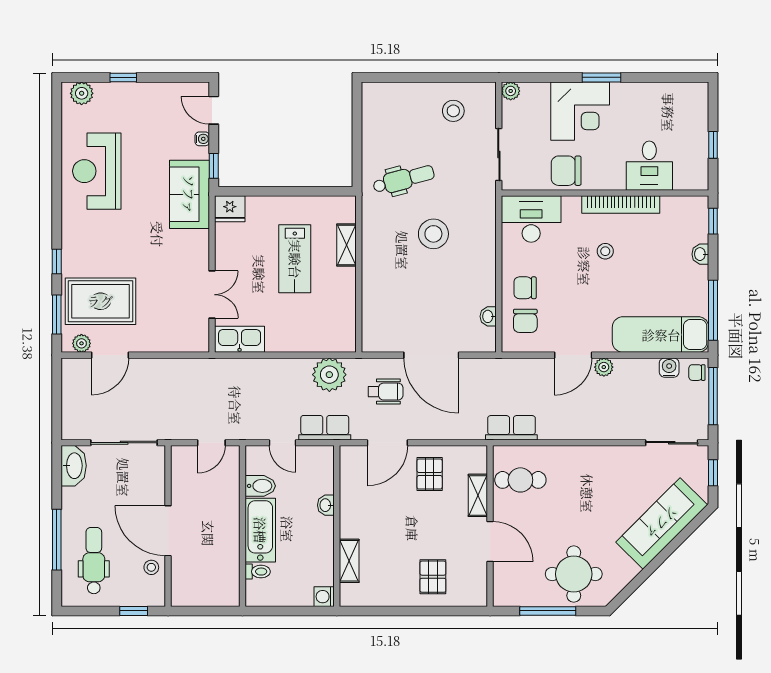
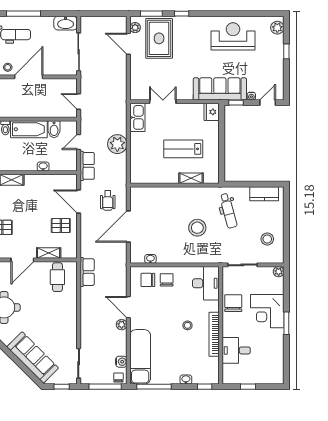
kitchen counter: (374, 116) -> (264, 194), added
sofa: (189, 194) -> (220, 89), width x1.36
double door: (212, 295) -> (163, 102), swing flipped
plant: (329, 375) -> (117, 144), moved

